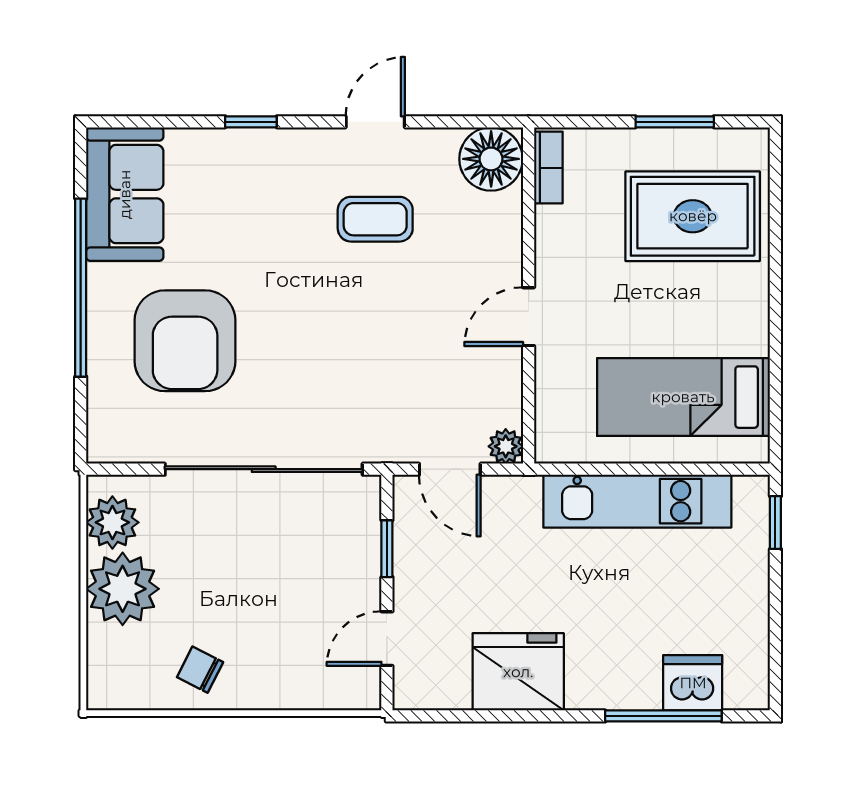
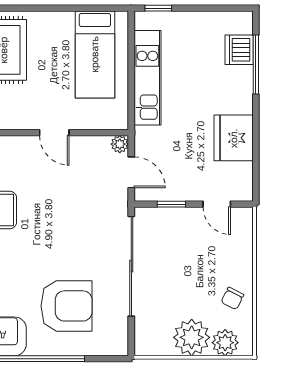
door: (450, 469) -> (131, 172), hinge flipped
plant: (112, 522) -> (225, 343), moved

